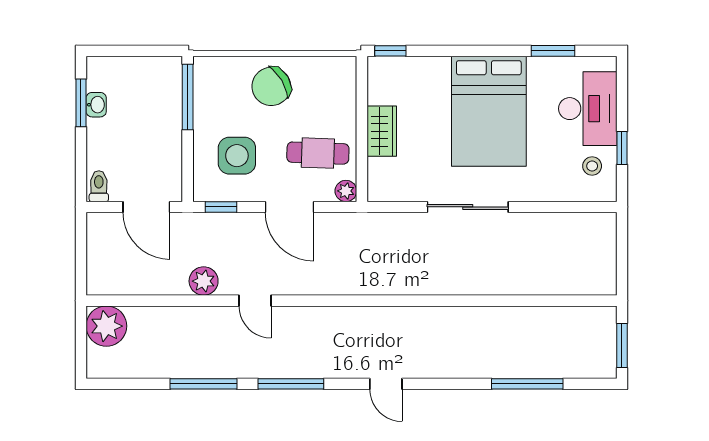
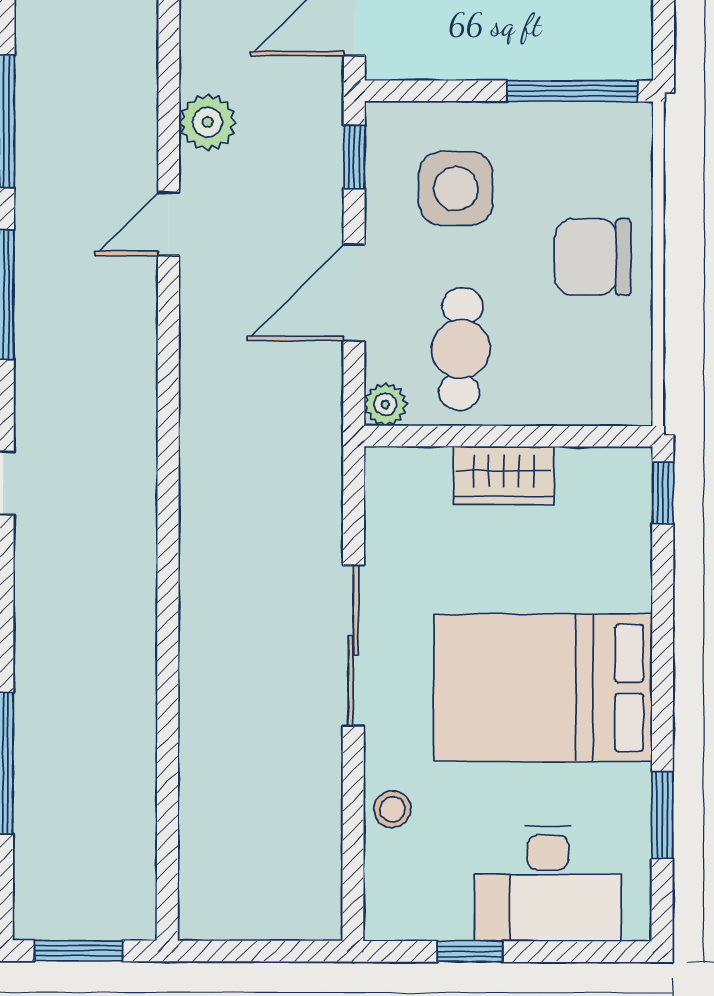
chair: (271, 86) -> (593, 257), turned -59
stool: (592, 166) -> (392, 809), moved

